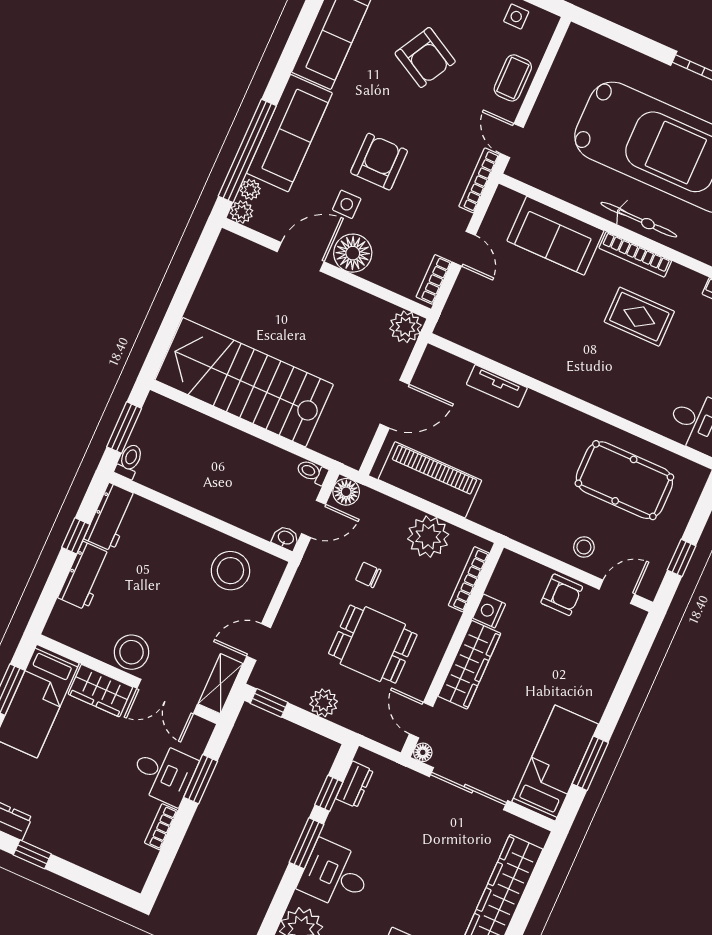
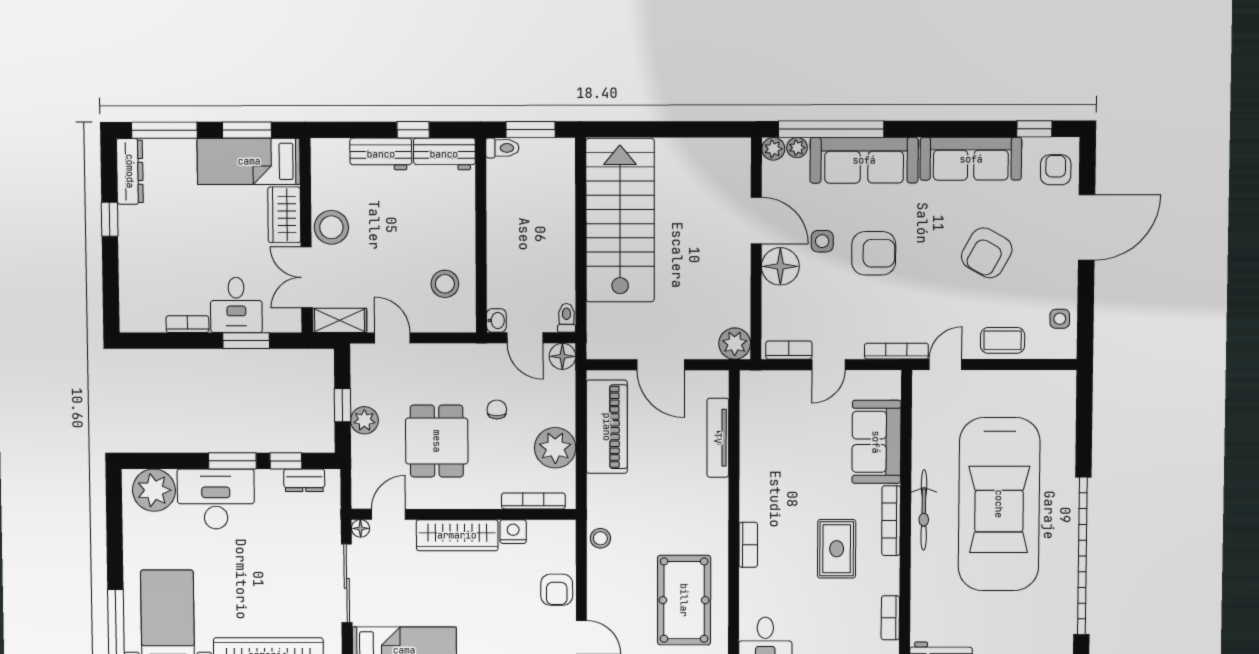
tv unit: (497, 386) -> (718, 438), width x1.41
bookcase: (599, 397) -> (748, 545), added
stool: (584, 547) -> (600, 538), moved
stool: (230, 571) -> (445, 284), width x0.73, depth x0.73
window: (269, 703) -> (342, 405), moved
desk: (335, 875) -> (216, 499), width x1.37

